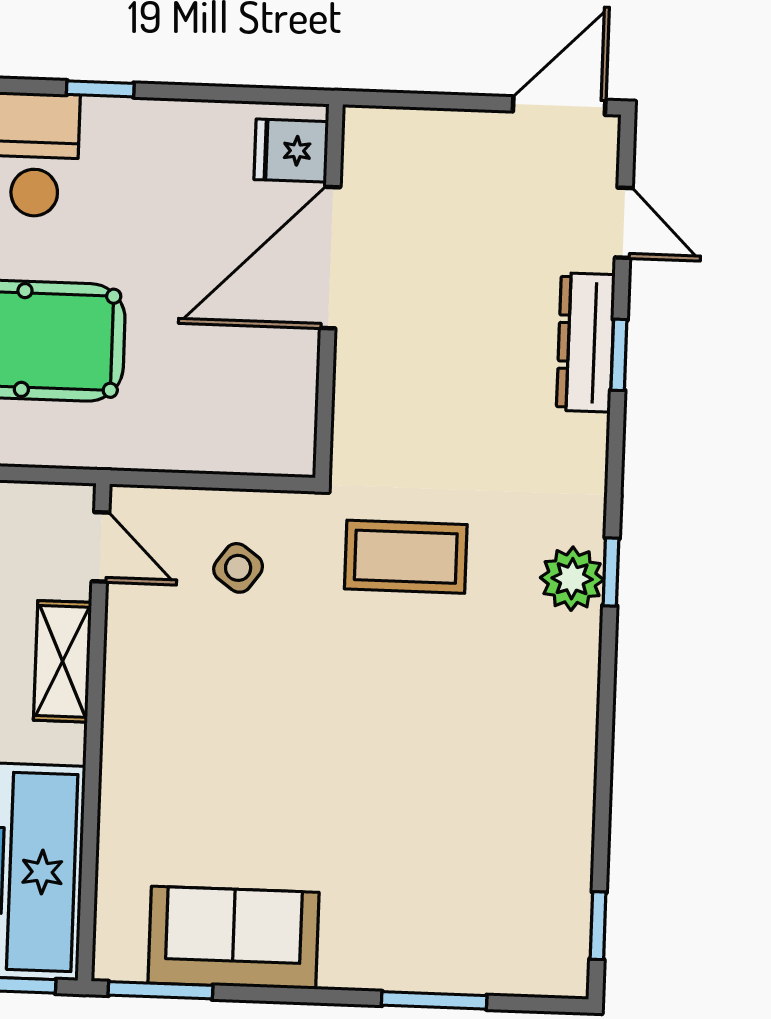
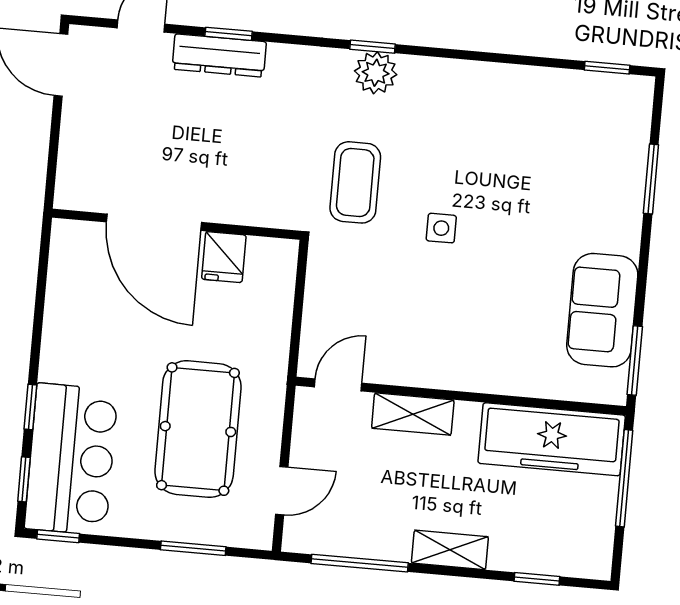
window: (100, 89) -> (30, 407), moved
fridge: (291, 151) -> (224, 257), moved
side table: (238, 568) -> (441, 228), moved, turned -36

